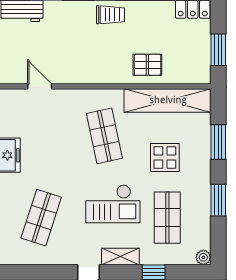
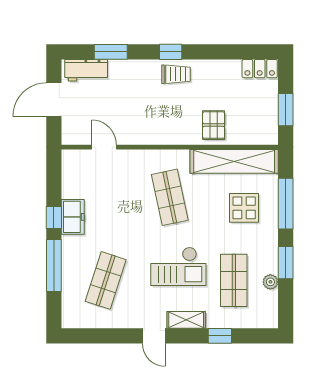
pallet: (147, 65) -> (214, 125), turned 90
window: (218, 142) -> (286, 204), width x1.44
display table: (165, 158) -> (244, 208), moved
plant: (203, 257) -> (270, 282), moved

